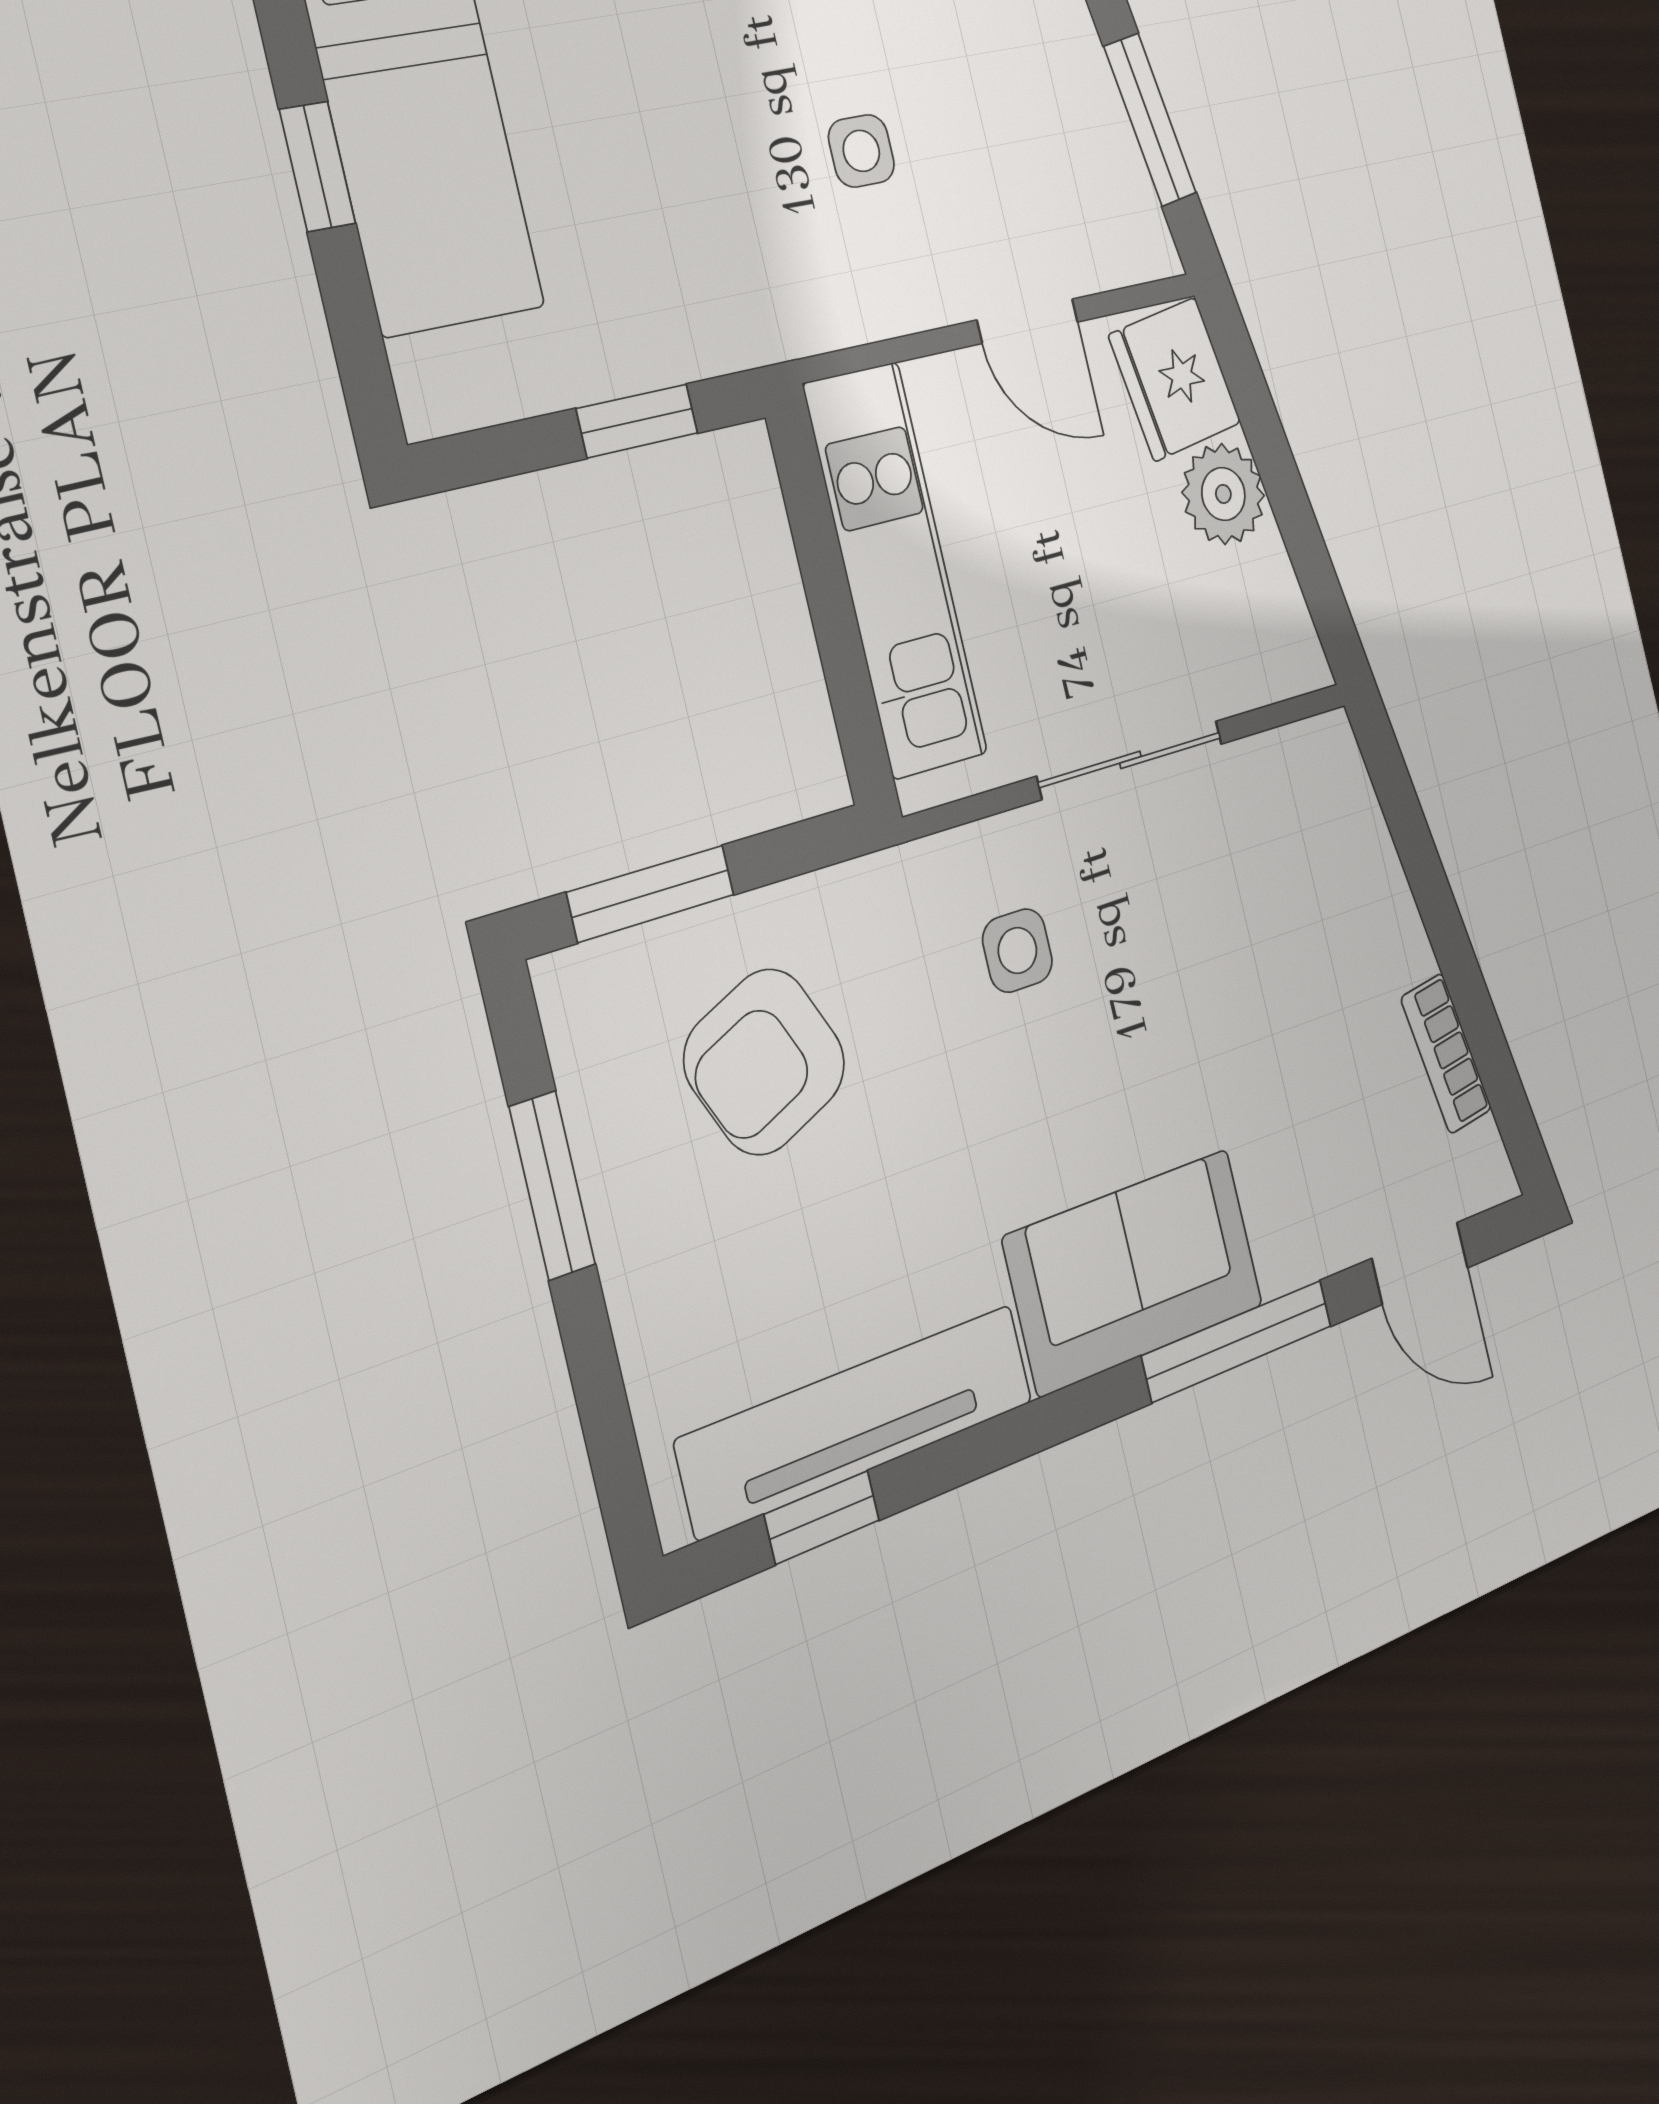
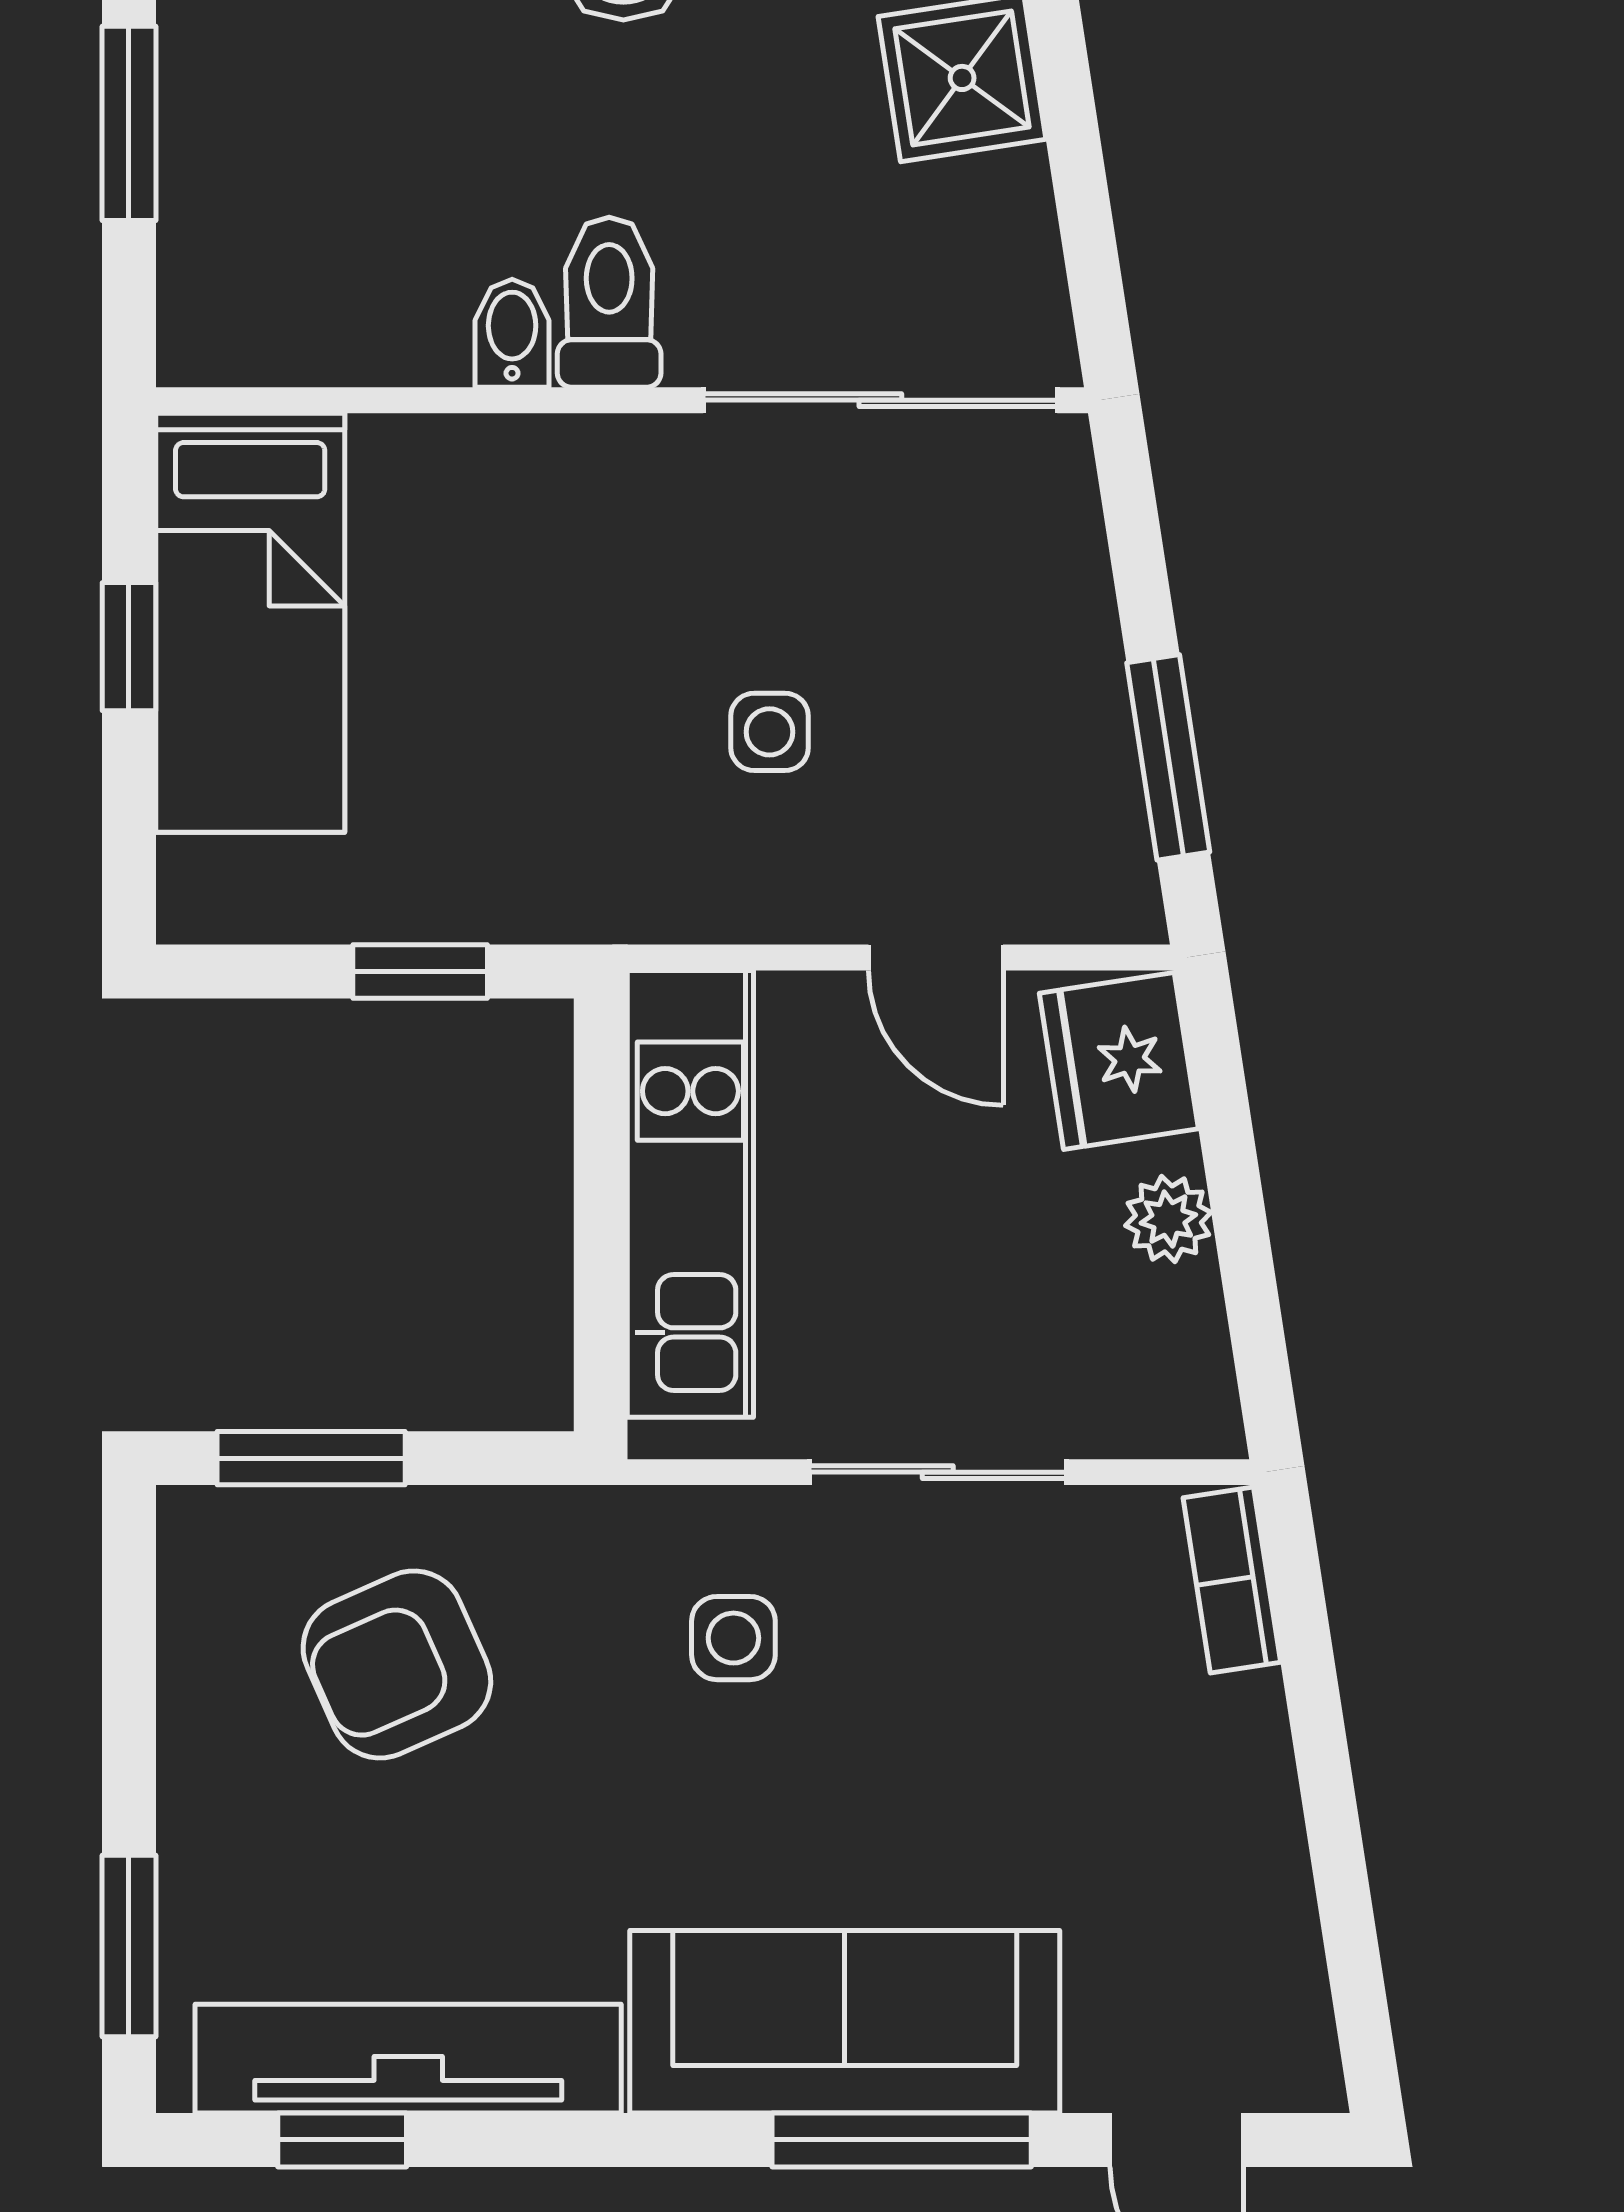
plant: (1223, 494) -> (1168, 1219), width x0.73, depth x0.73
bookcase: (1446, 1053) -> (1232, 1580), moved
window: (552, 1185) -> (129, 1946), moved
sofa: (1134, 1272) -> (845, 2022), width x1.36

